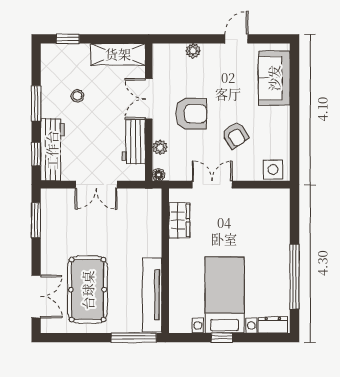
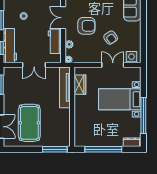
double door: (212, 185) -> (113, 65), moved
tv unit: (152, 295) -> (65, 87), moved
bed with nightstands: (225, 295) -> (120, 99), moved, turned -90
window: (222, 338) -> (103, 149), width x3.17

